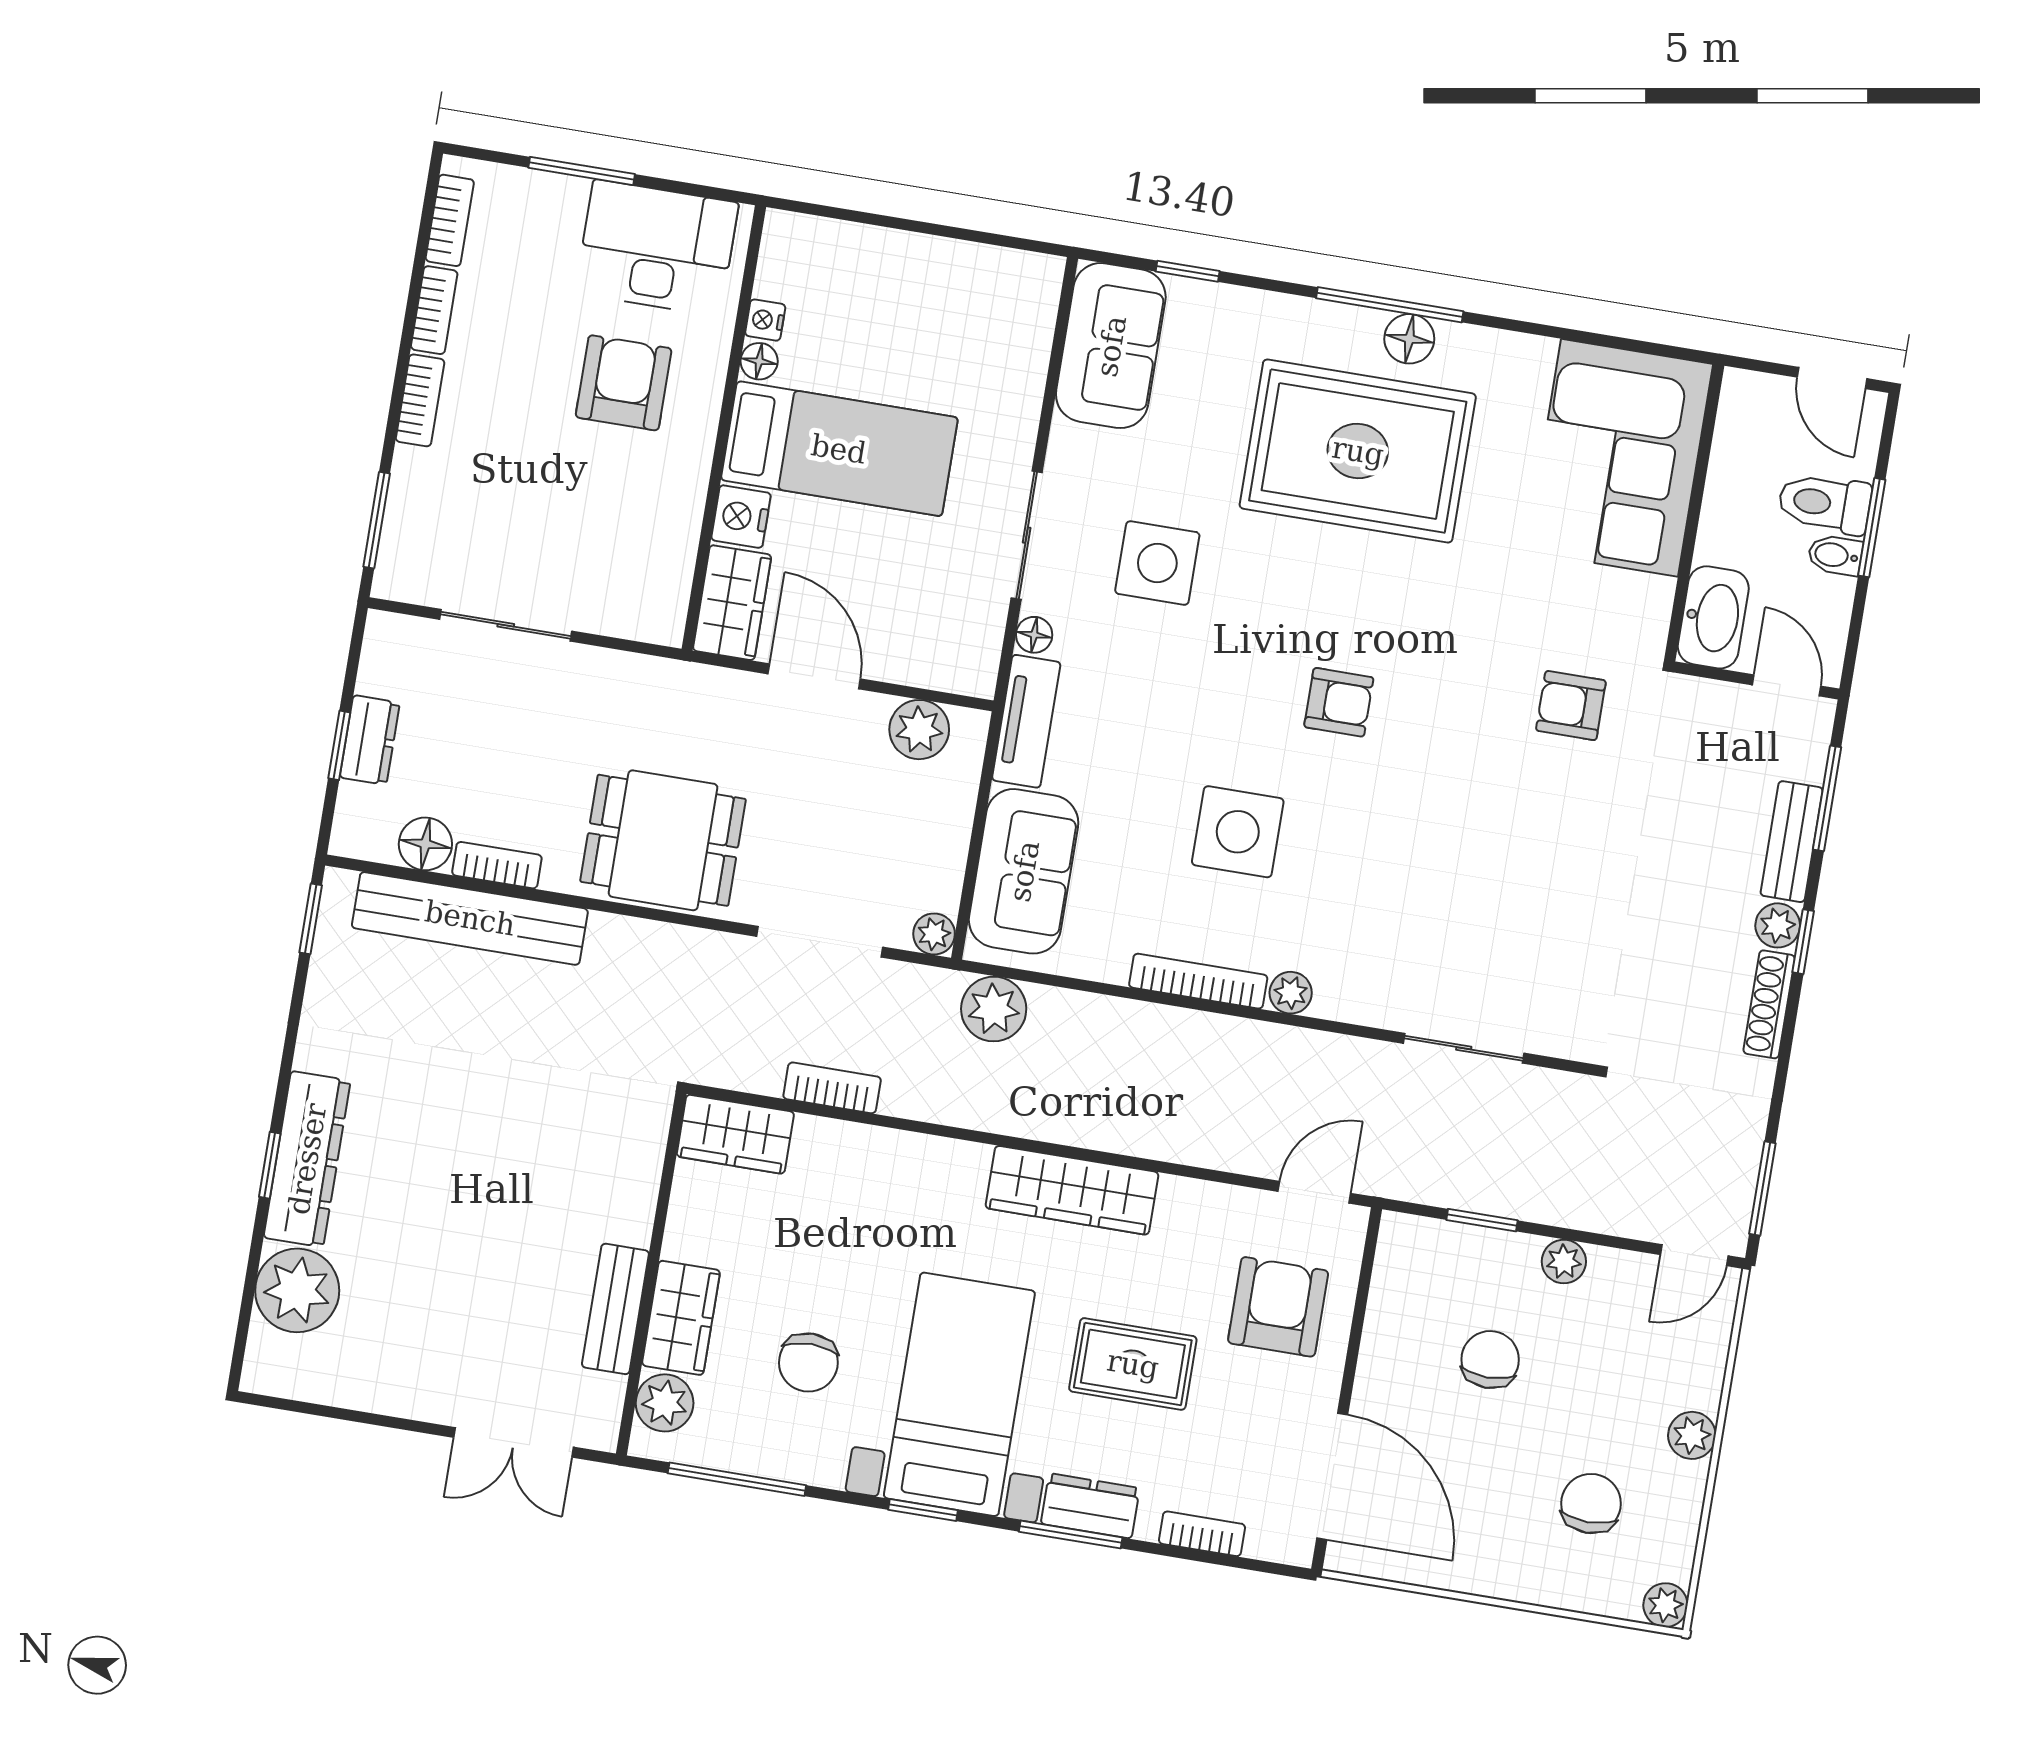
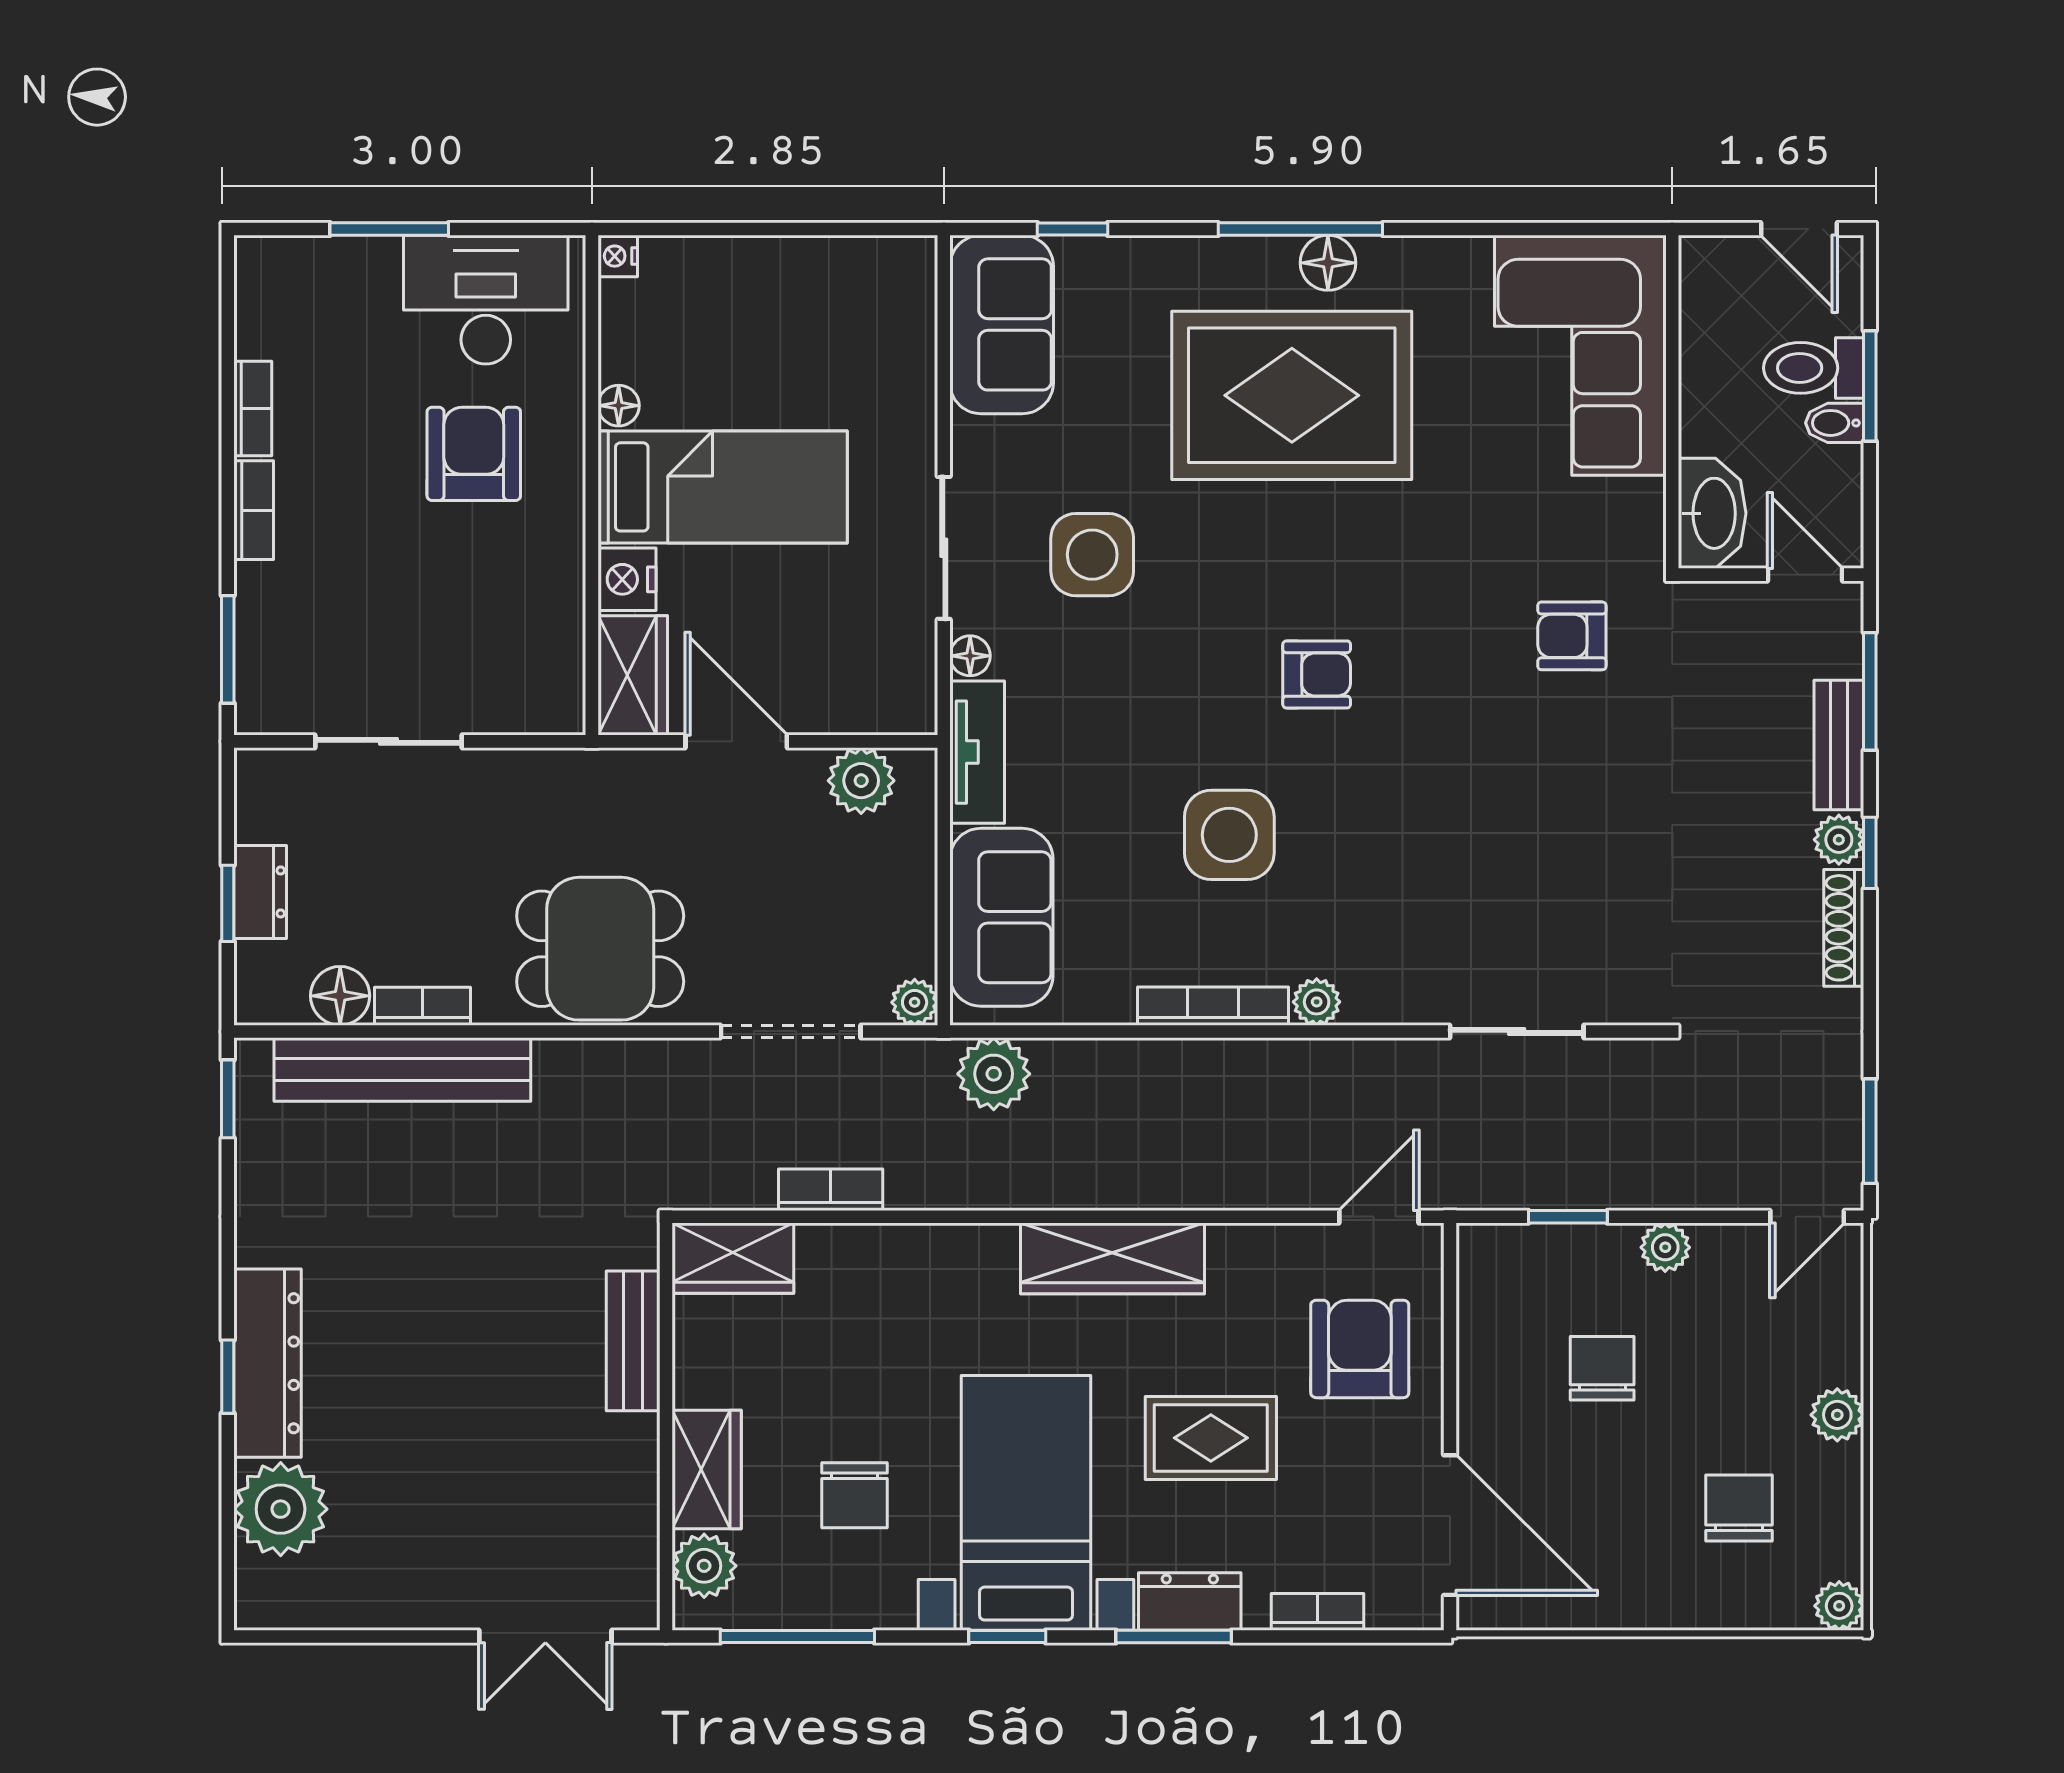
bookcase: (450, 220) -> (253, 307), removed
nightstand: (765, 320) -> (618, 256), moved
bench: (615, 1309) -> (633, 1341), moved

